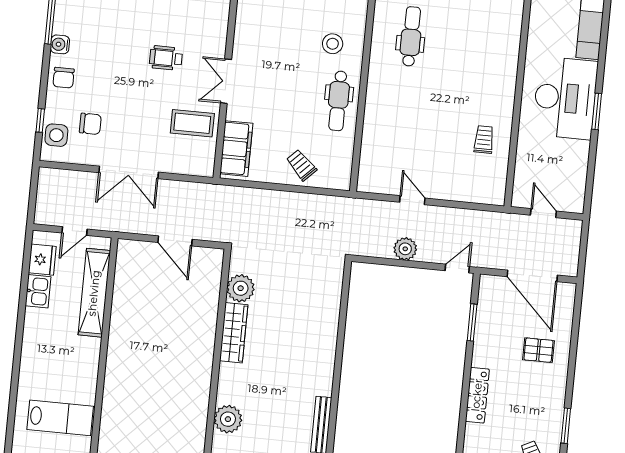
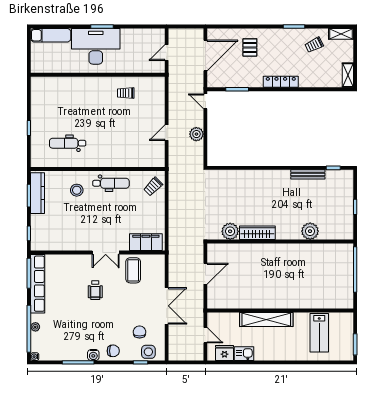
trolley: (301, 165) -> (153, 187), moved
shelving: (94, 293) -> (266, 320), moved
lab bench: (60, 418) -> (319, 333), turned 180

